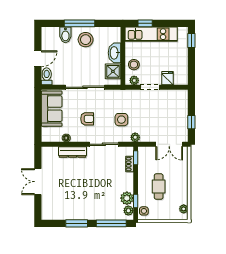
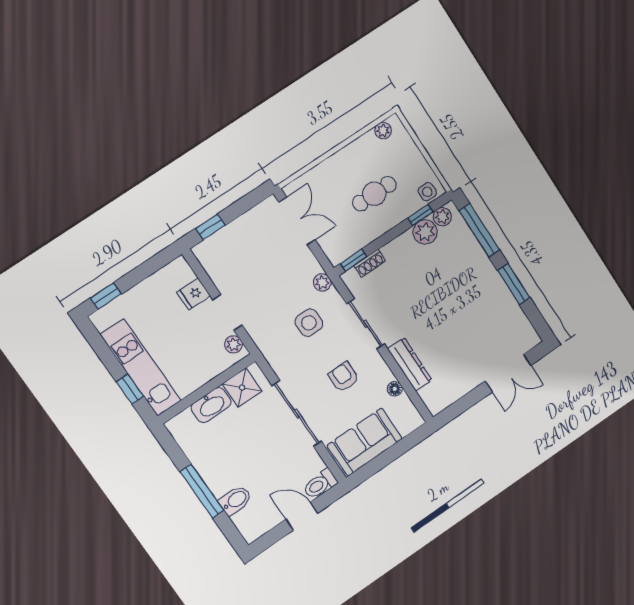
stool: (86, 40) -> (221, 464), removed
stool: (134, 65) -> (209, 362), removed
window: (191, 122) -> (210, 227), moved
double door: (38, 182) -> (508, 373), moved

